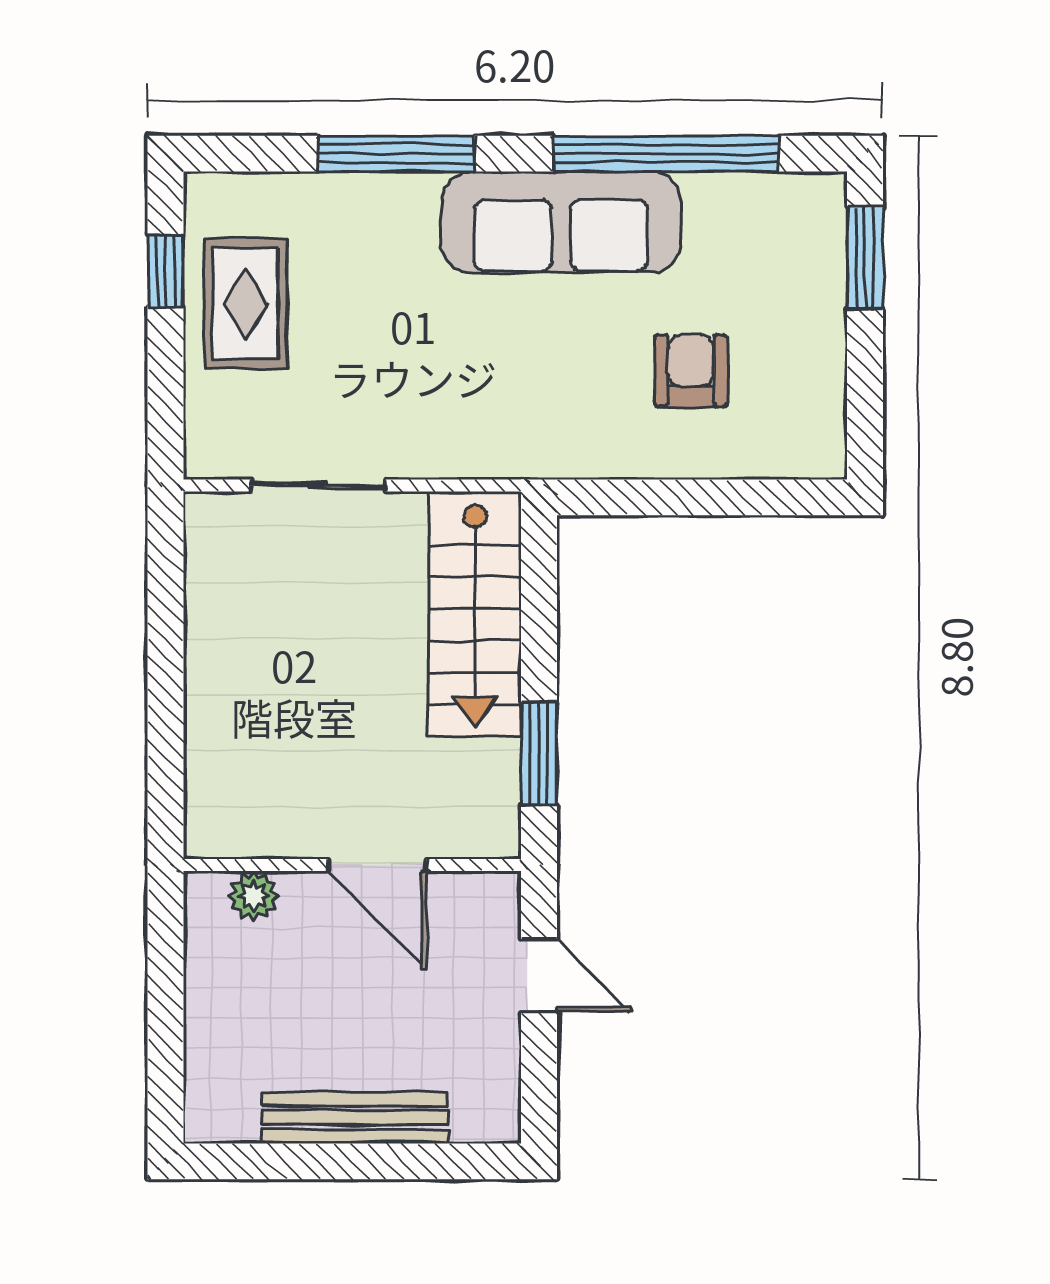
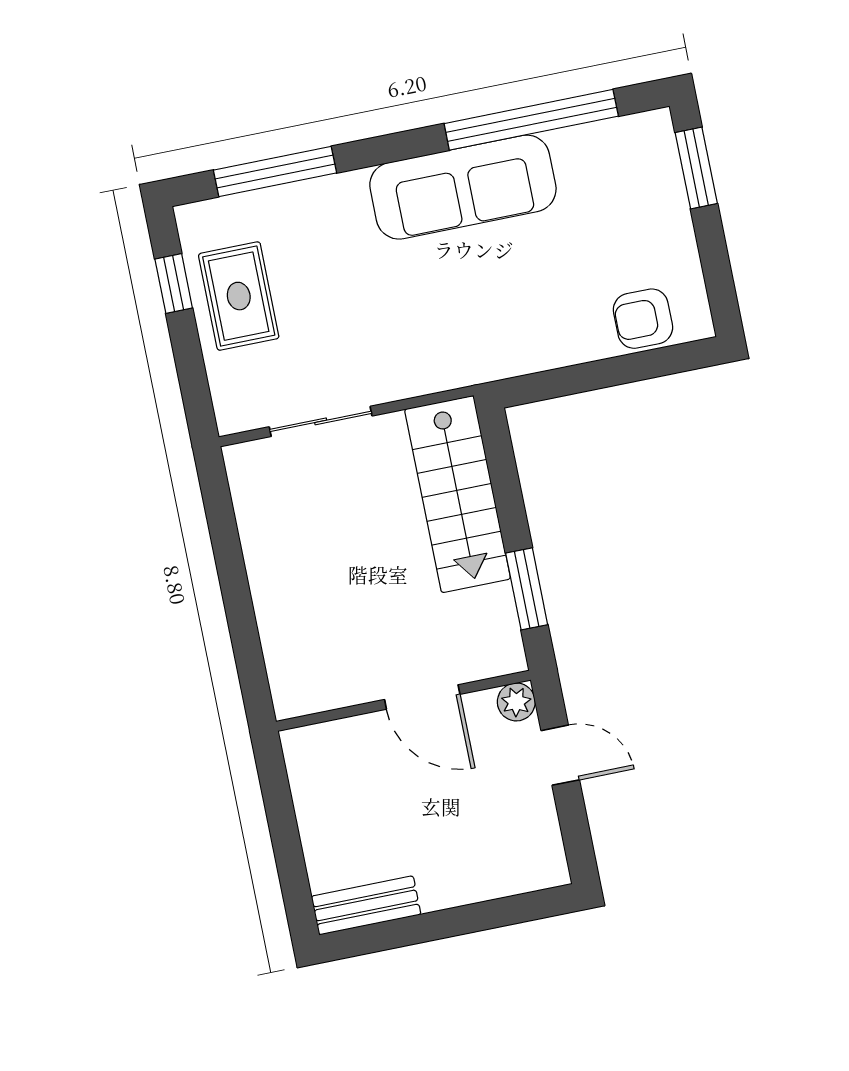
window: (396, 154) -> (275, 172), moved
armchair: (691, 371) -> (643, 319), moved, turned -90
plant: (254, 896) -> (516, 702), moved
bench: (355, 1118) -> (366, 905), moved, width x0.73

